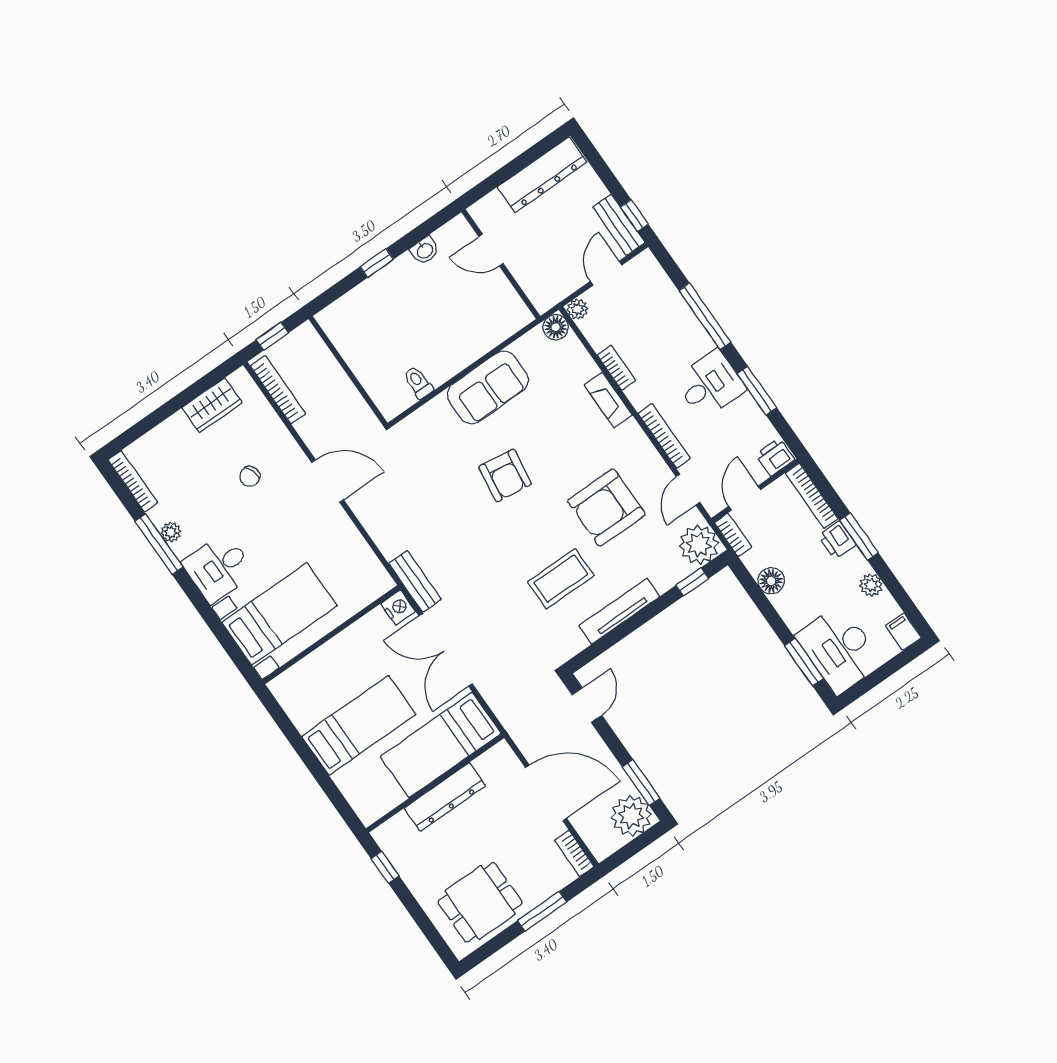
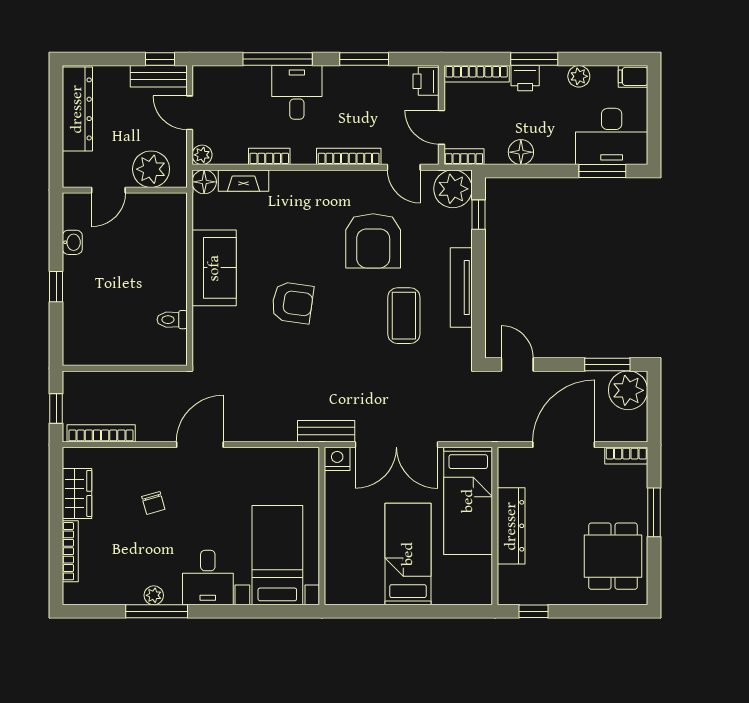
plant: (535, 274) -> (151, 169), added
desk: (710, 384) -> (297, 92), moved
fireplace: (608, 400) -> (243, 181), moved
bookcase: (133, 481) -> (70, 551), moved, turned 90

